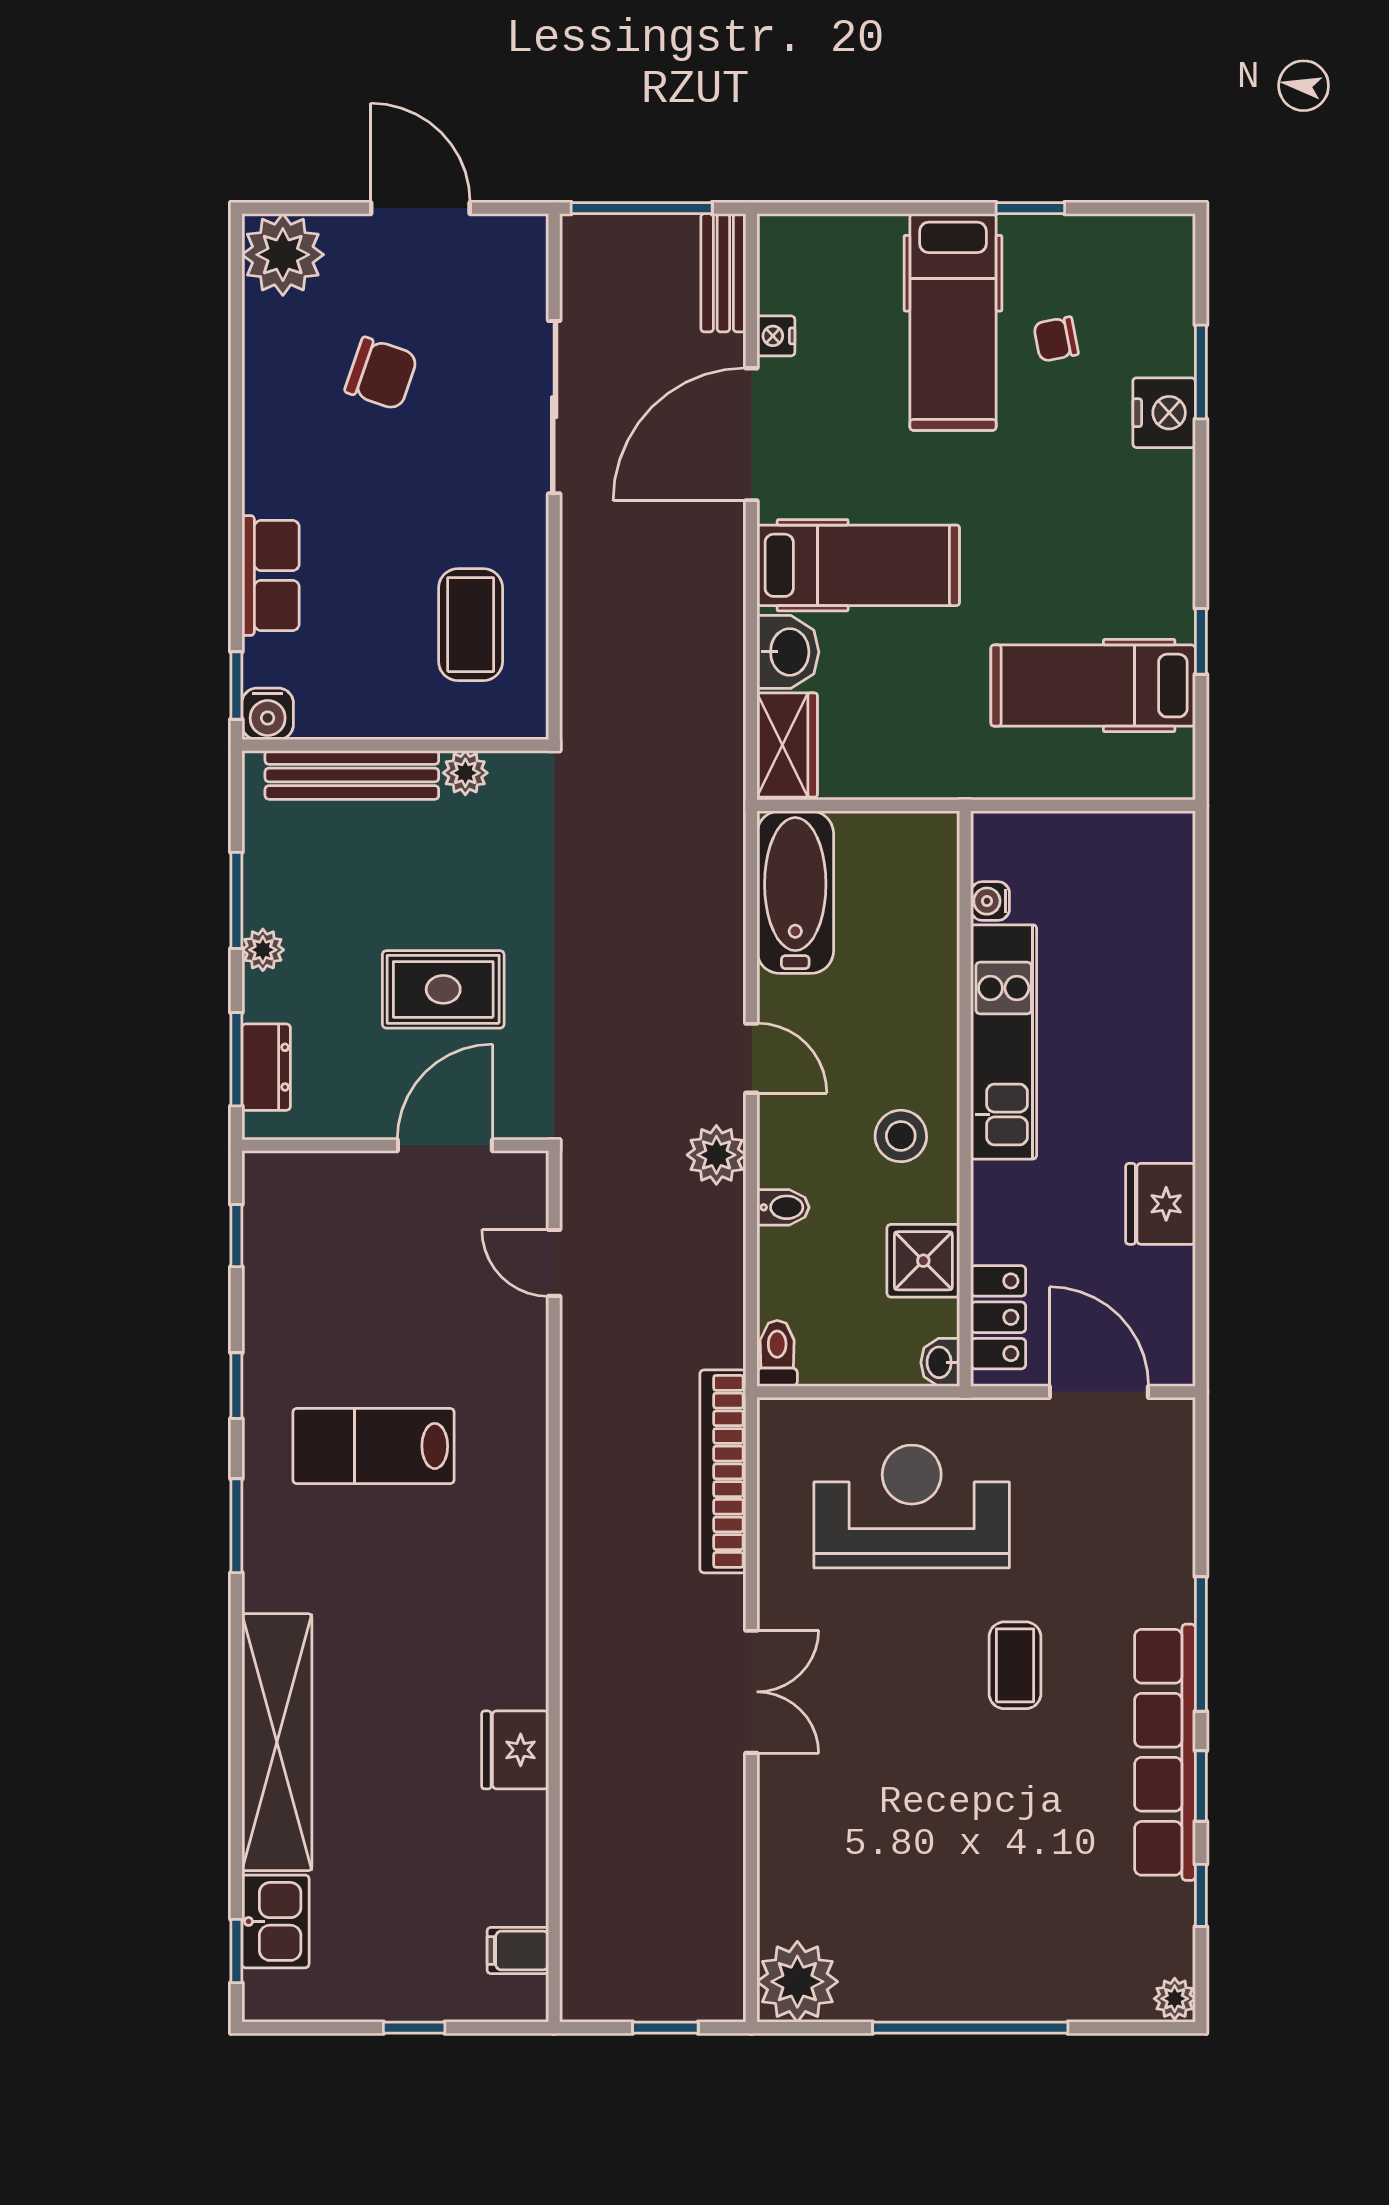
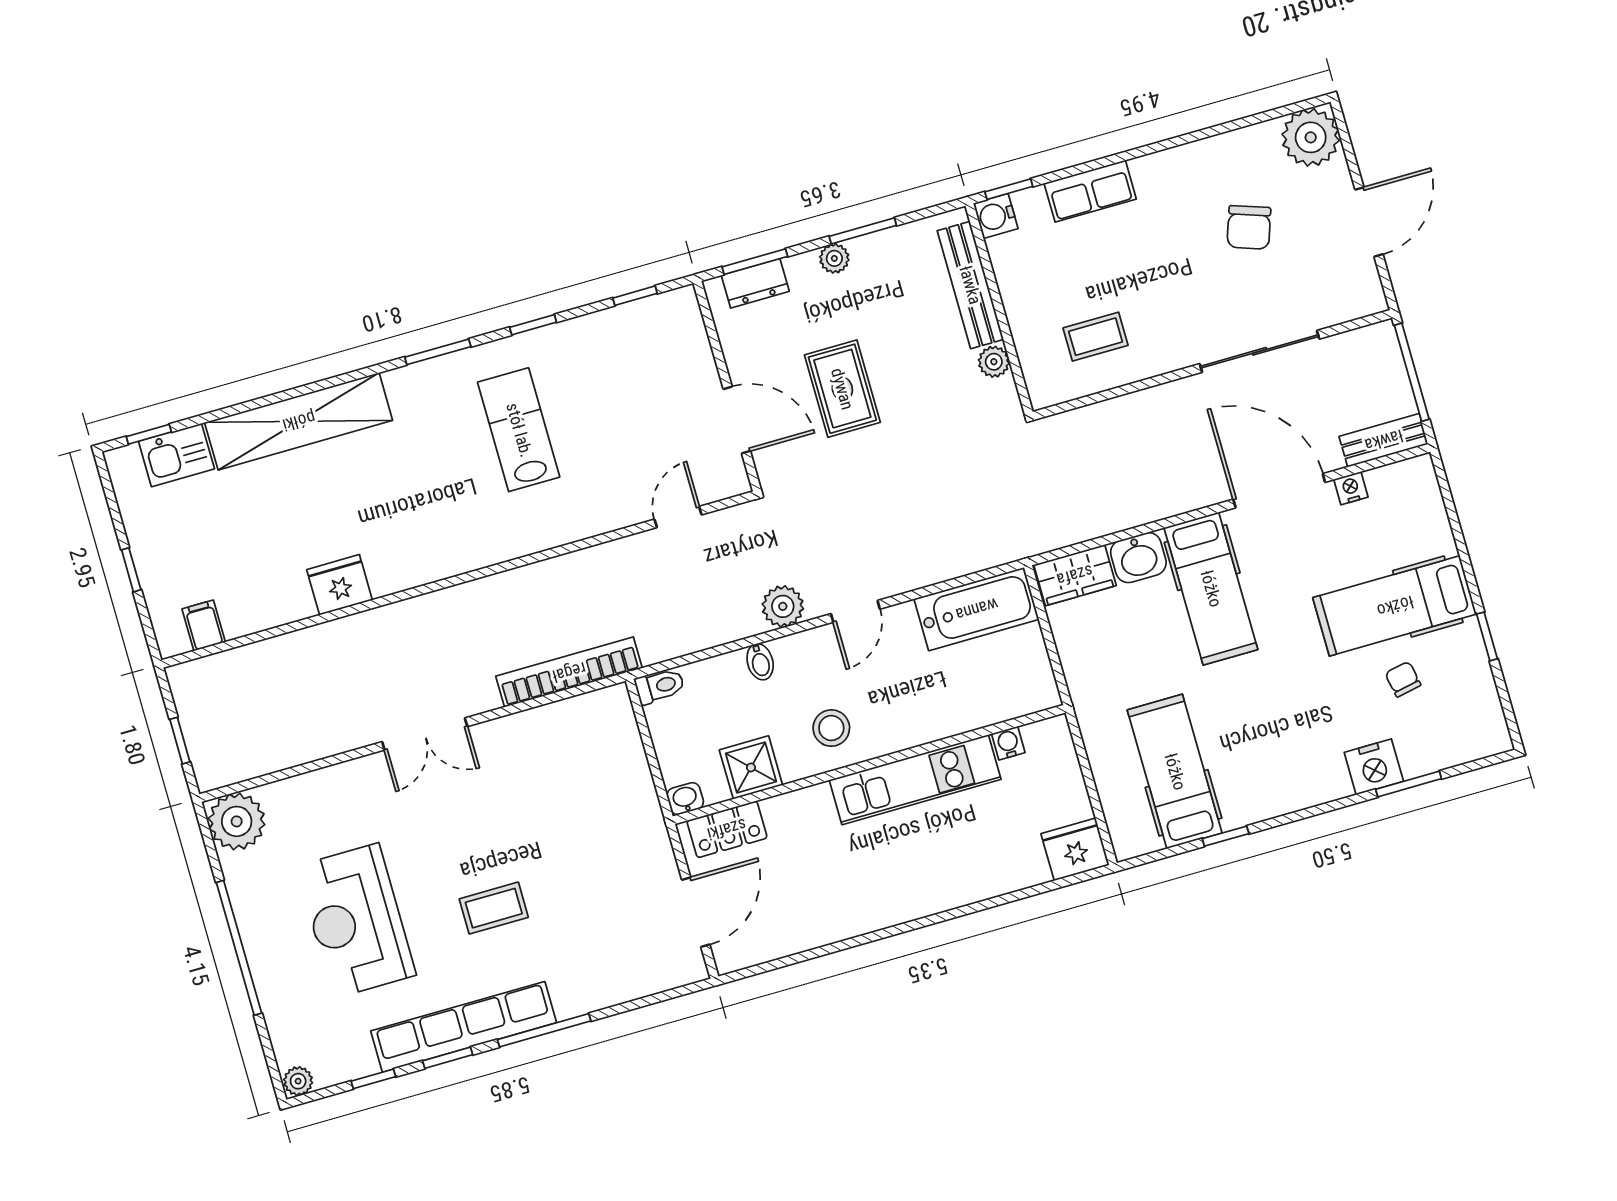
coffee table: (471, 625) -> (1096, 337), width x0.73, depth x0.77
fridge: (1161, 1204) -> (1075, 849), moved
reception desk: (912, 1507) -> (356, 921), moved, turned 180

